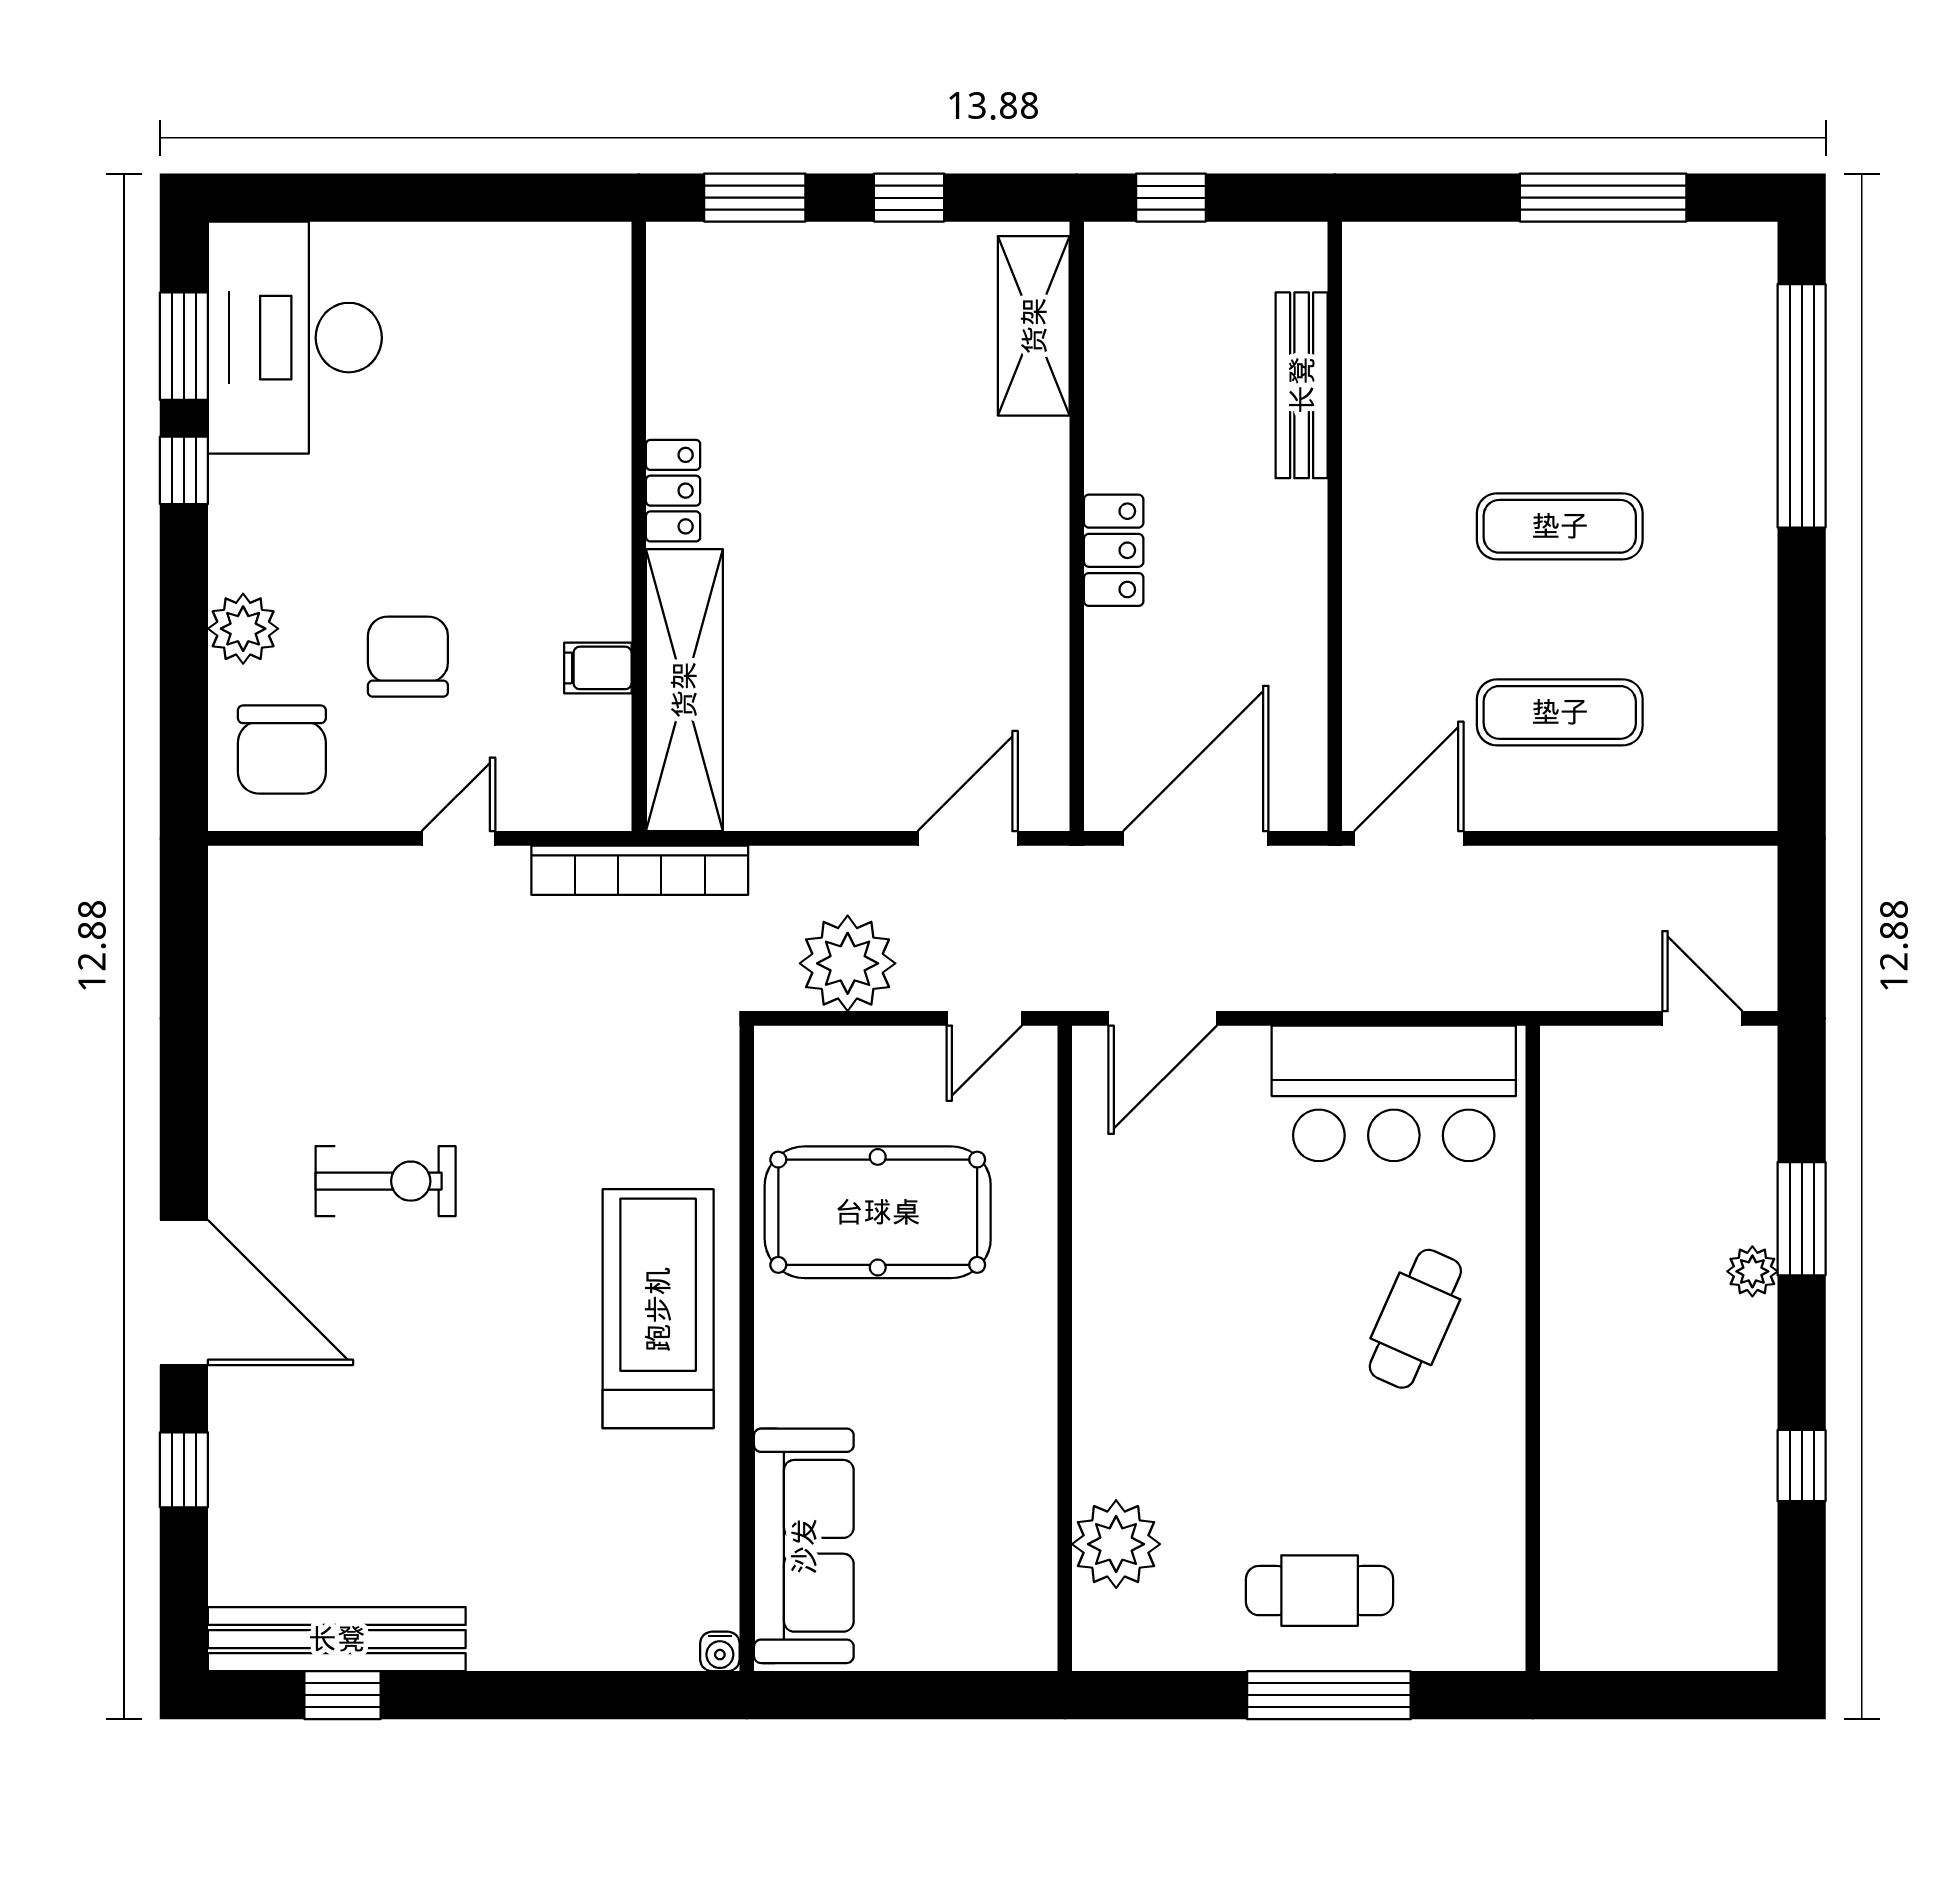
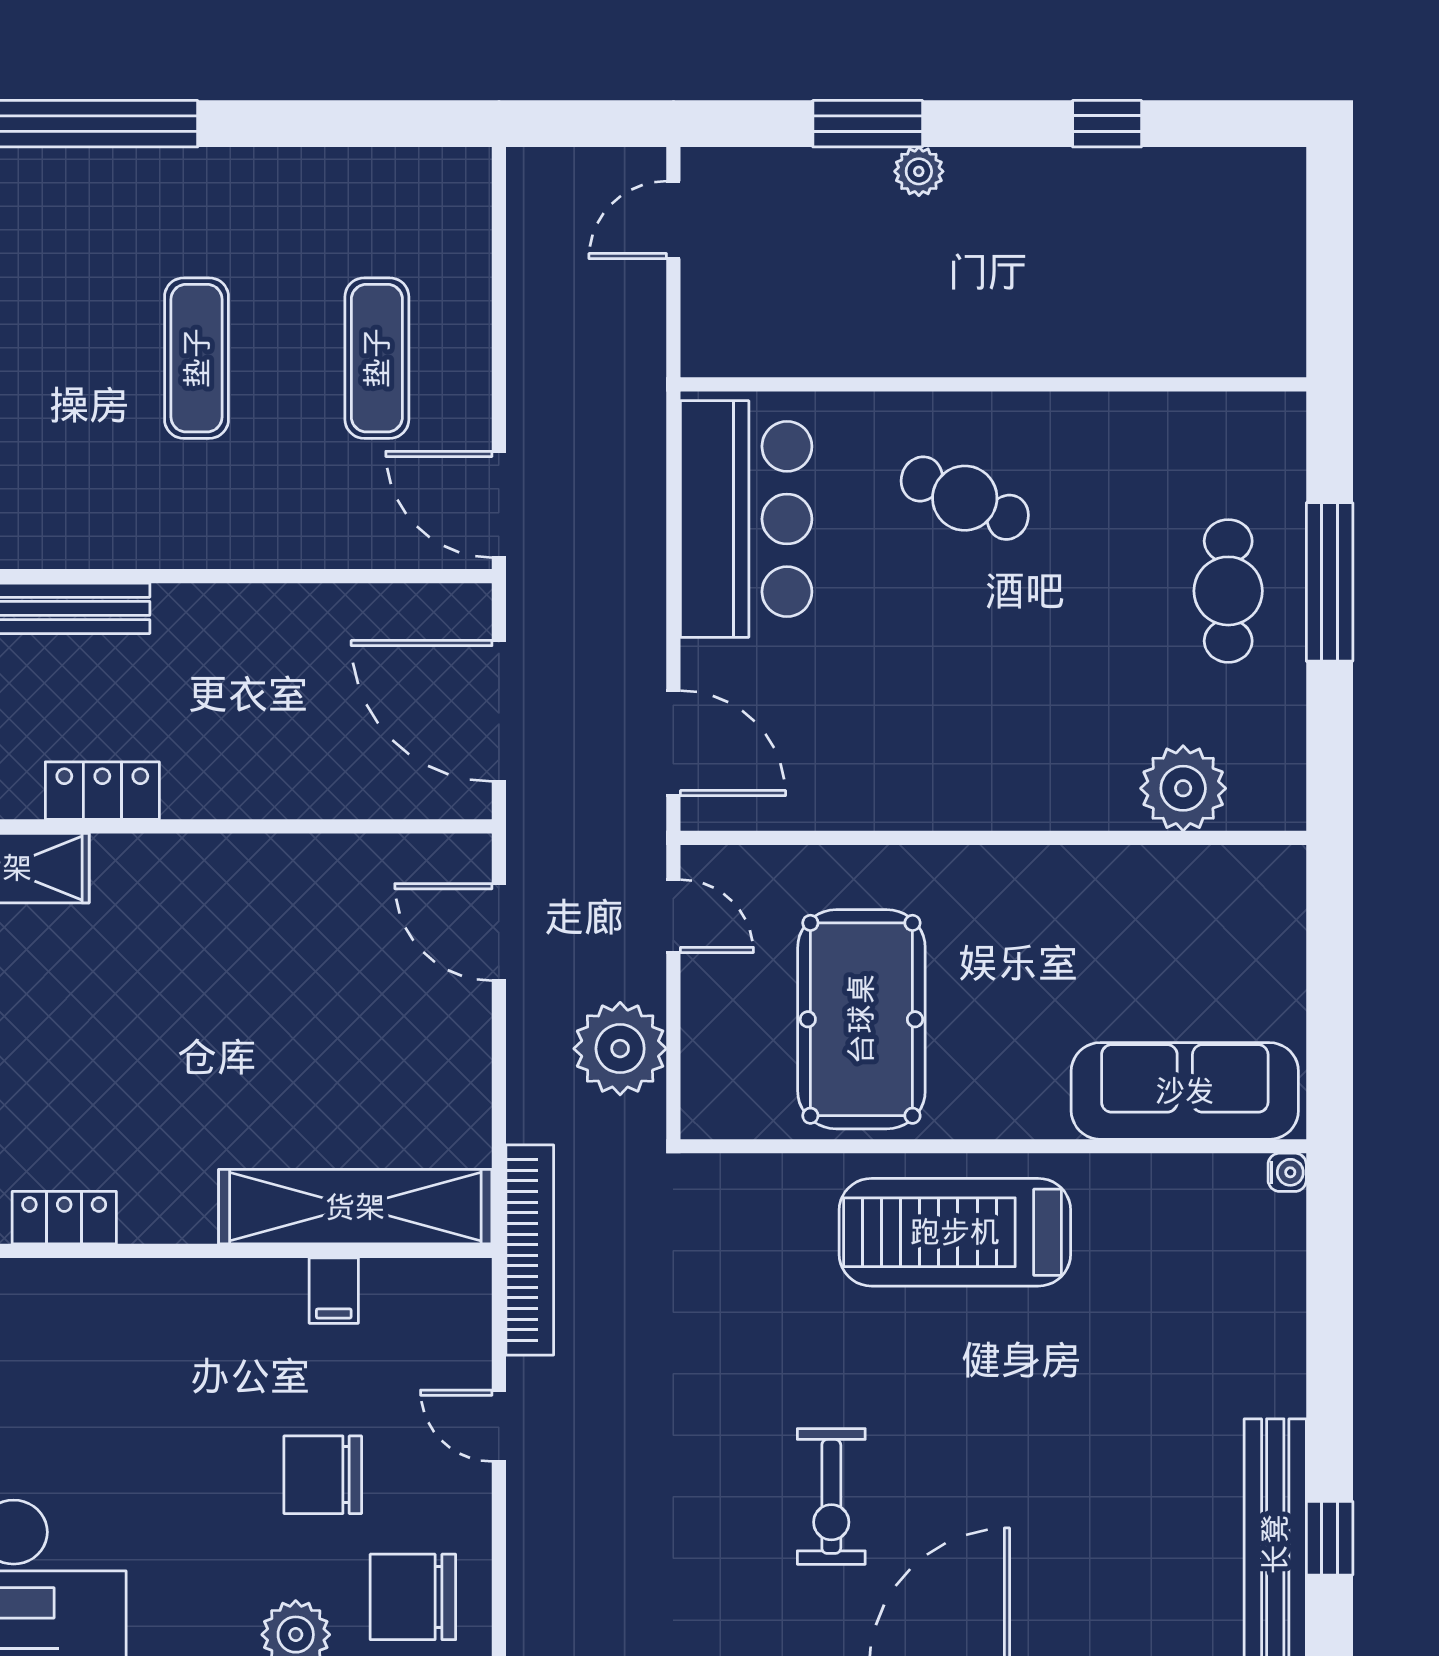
locker: (673, 491) -> (64, 1218), moved
locker: (1114, 550) -> (102, 791), moved
chair: (282, 750) -> (413, 1597), turned 180
exercise bike: (386, 1181) -> (831, 1496), turned 180

